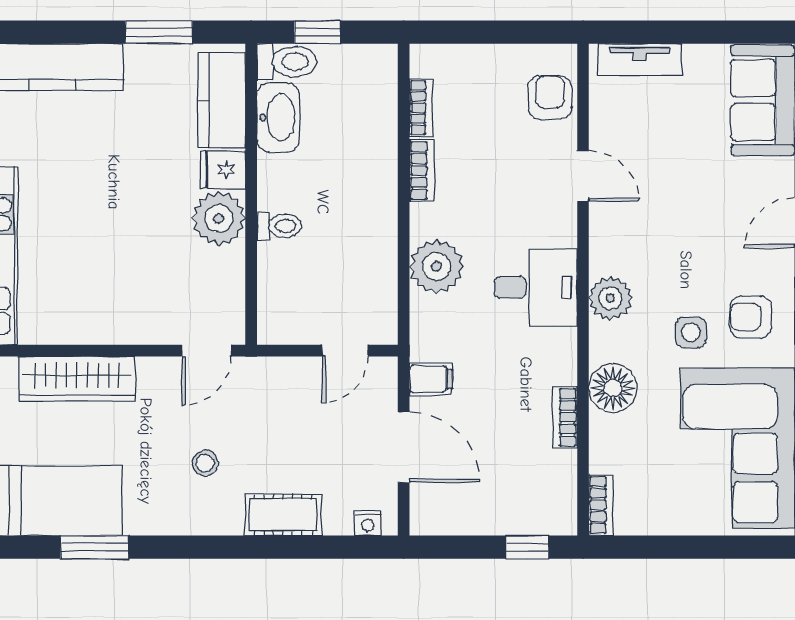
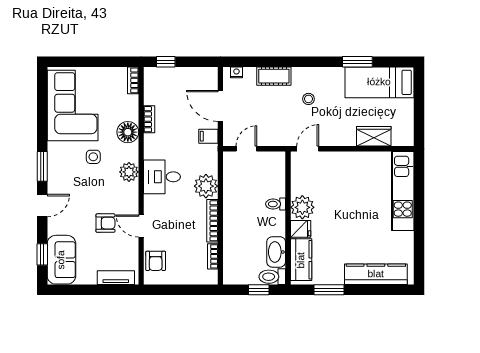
bookcase: (422, 170) -> (212, 221), width x1.56
armchair: (751, 317) -> (105, 223), moved
wardrobe: (77, 379) -> (374, 136), width x0.67

